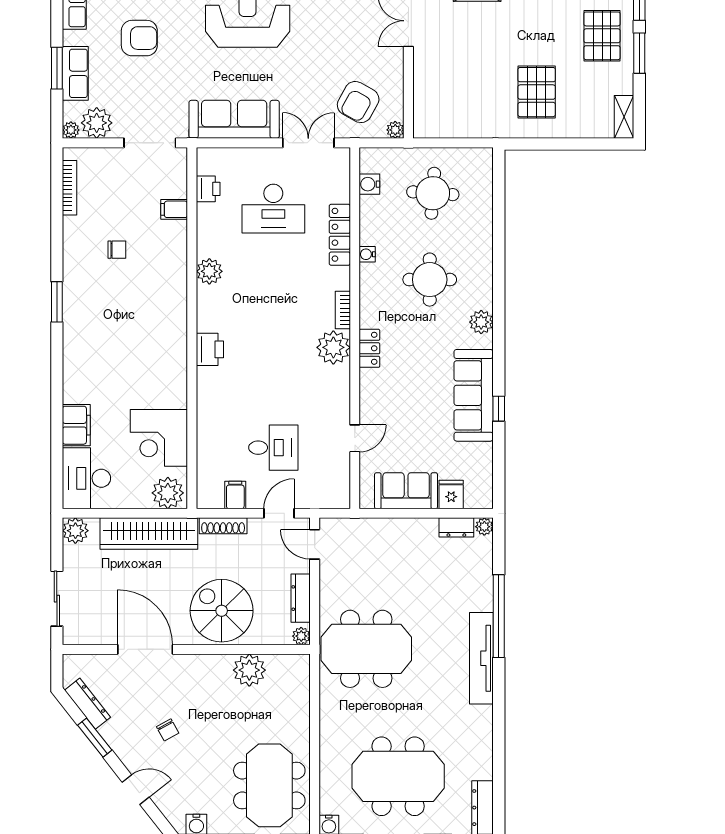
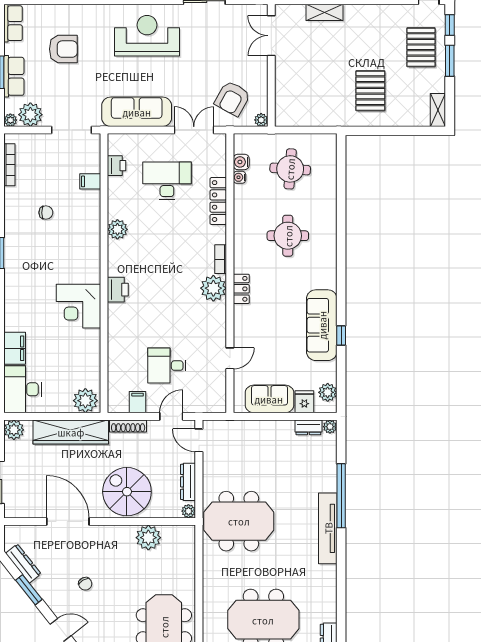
desk: (273, 209) -> (167, 181), turned 180
water cooler: (367, 254) -> (239, 177), moved
plant: (481, 322) -> (328, 392), moved
corner desk: (159, 438) -> (79, 306), moved
desk: (273, 448) -> (167, 366), turned 180

